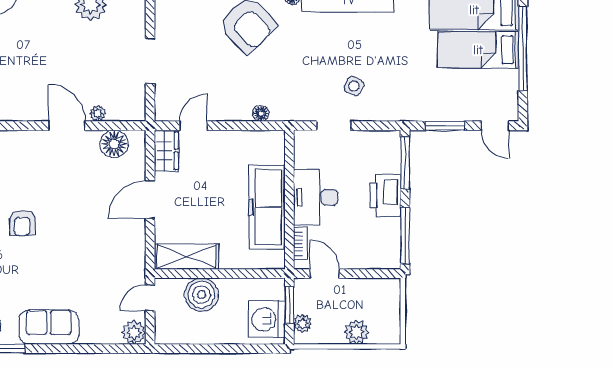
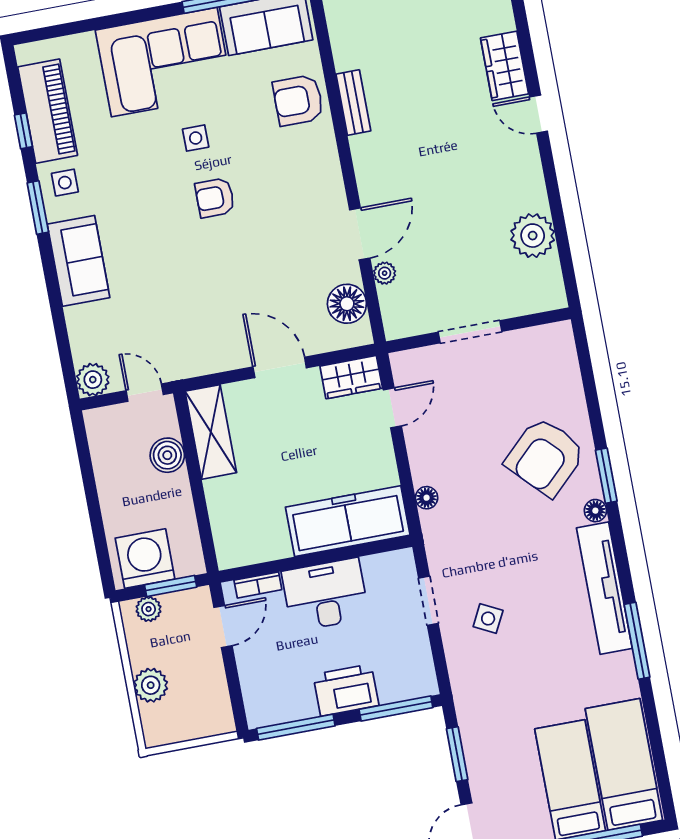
door: (193, 126) -> (392, 408), hinge flipped
freezer: (267, 207) -> (348, 521), moved
boiler: (201, 295) -> (167, 455), width x0.73, depth x0.73

